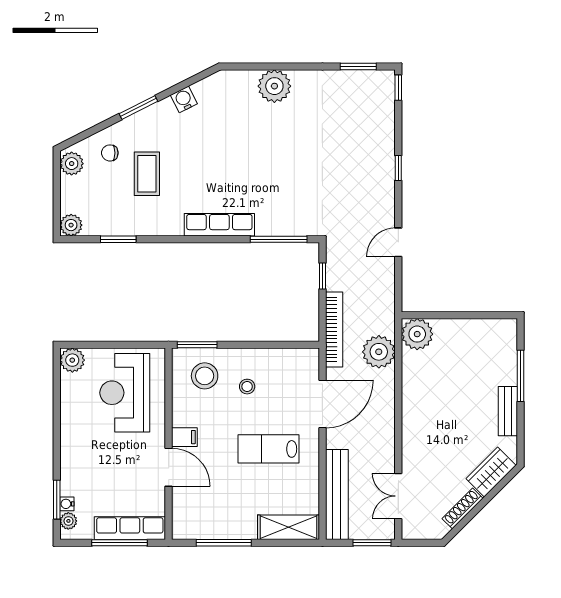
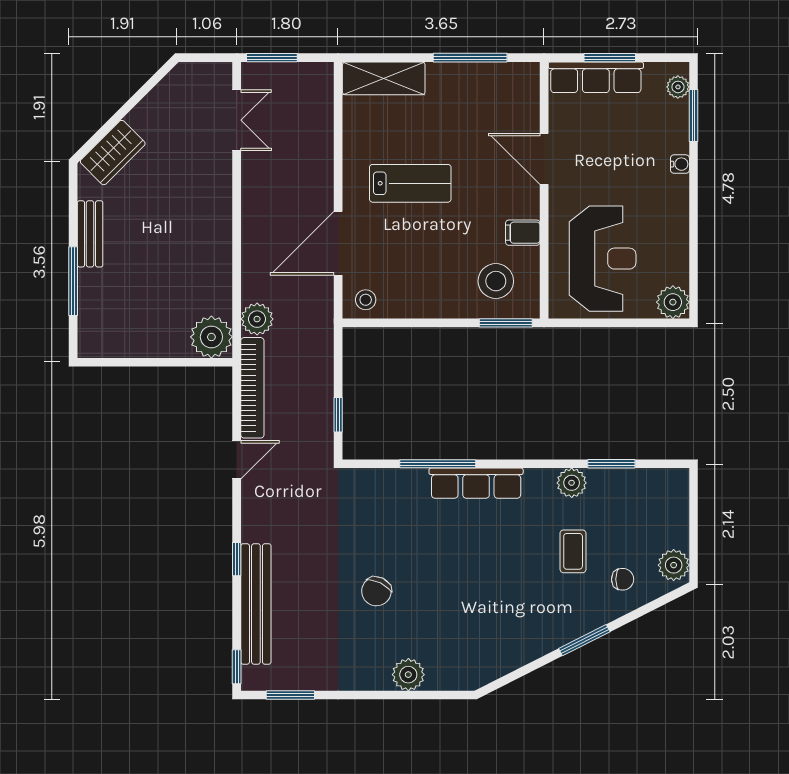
plant: (274, 86) -> (408, 675), width x0.73, depth x0.73
water cooler: (184, 99) -> (524, 651), removed
chair: (294, 144) -> (376, 591), added
coffee table: (147, 174) -> (573, 551), width x0.73, depth x0.77
plant: (71, 225) -> (572, 483), moved
window: (279, 239) -> (438, 464), moved
bookcase: (334, 329) -> (252, 388), moved, turned 180
plant: (379, 352) -> (257, 319), width x0.73, depth x0.73
stool: (247, 387) -> (366, 300), moved
filing cabinet: (184, 437) -> (523, 233), moved
bench: (337, 495) -> (256, 604), moved
water cooler: (67, 504) -> (680, 164), moved
shoe rack: (463, 508) -> (151, 104), removed
window: (119, 543) -> (610, 58), width x0.69

